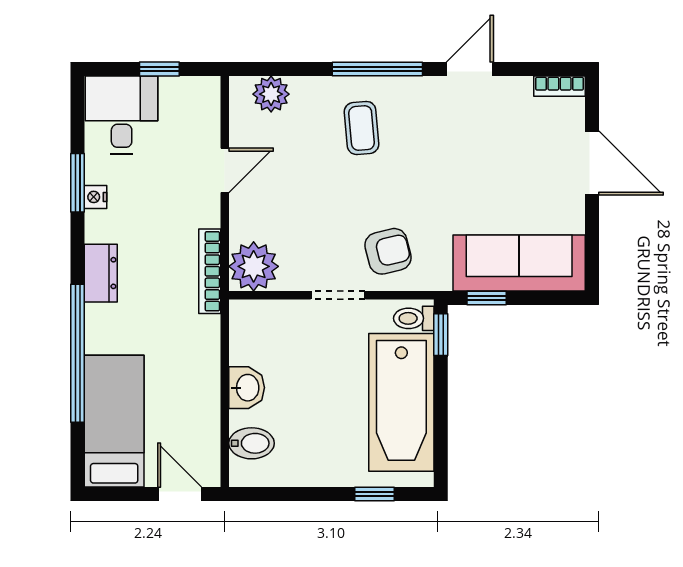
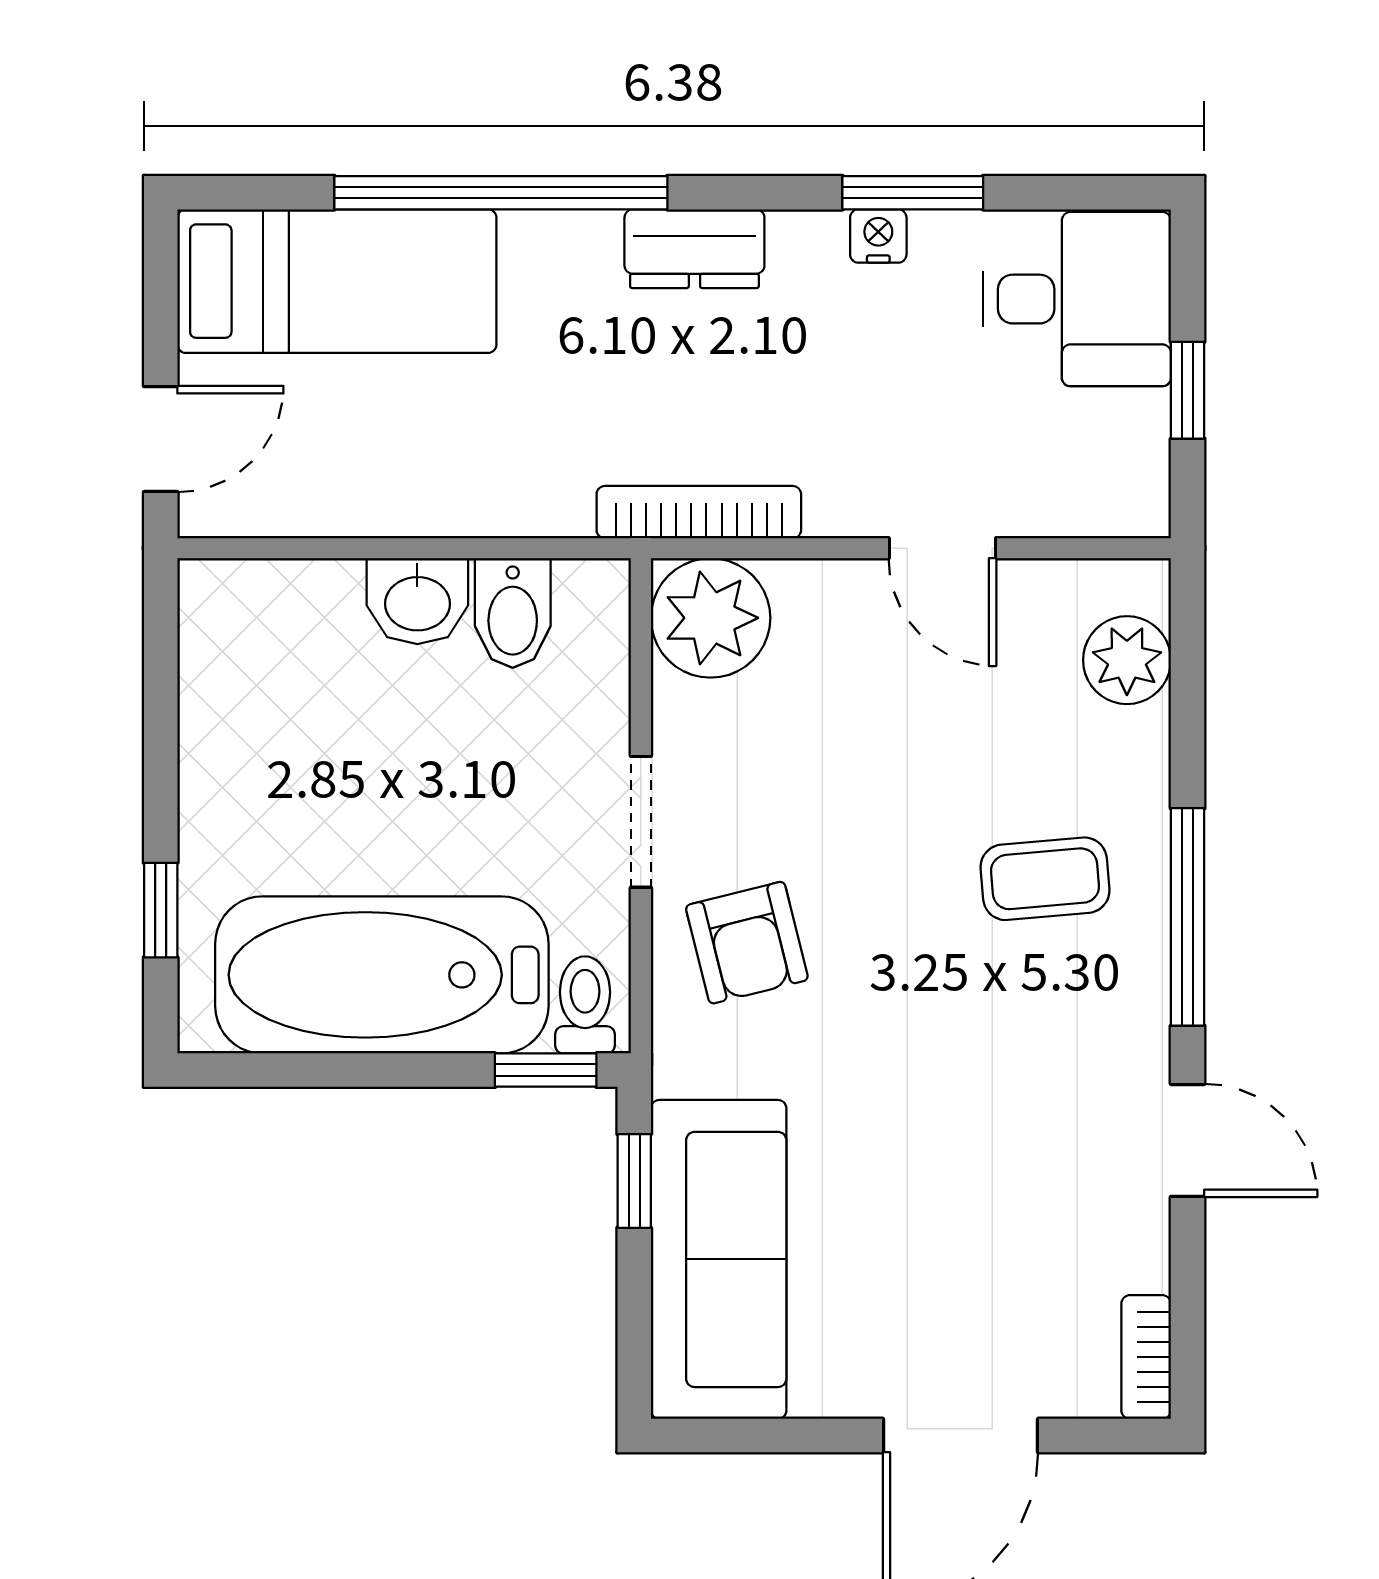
bidet: (252, 443) -> (513, 613), moved

